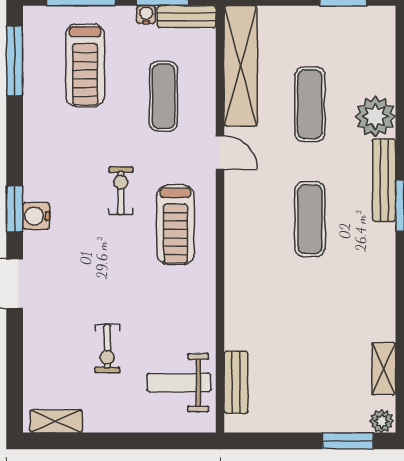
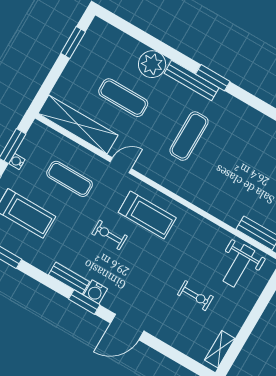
bench: (187, 17) -> (69, 278), moved, turned 90
exercise mat: (310, 219) -> (189, 136), turned 90

